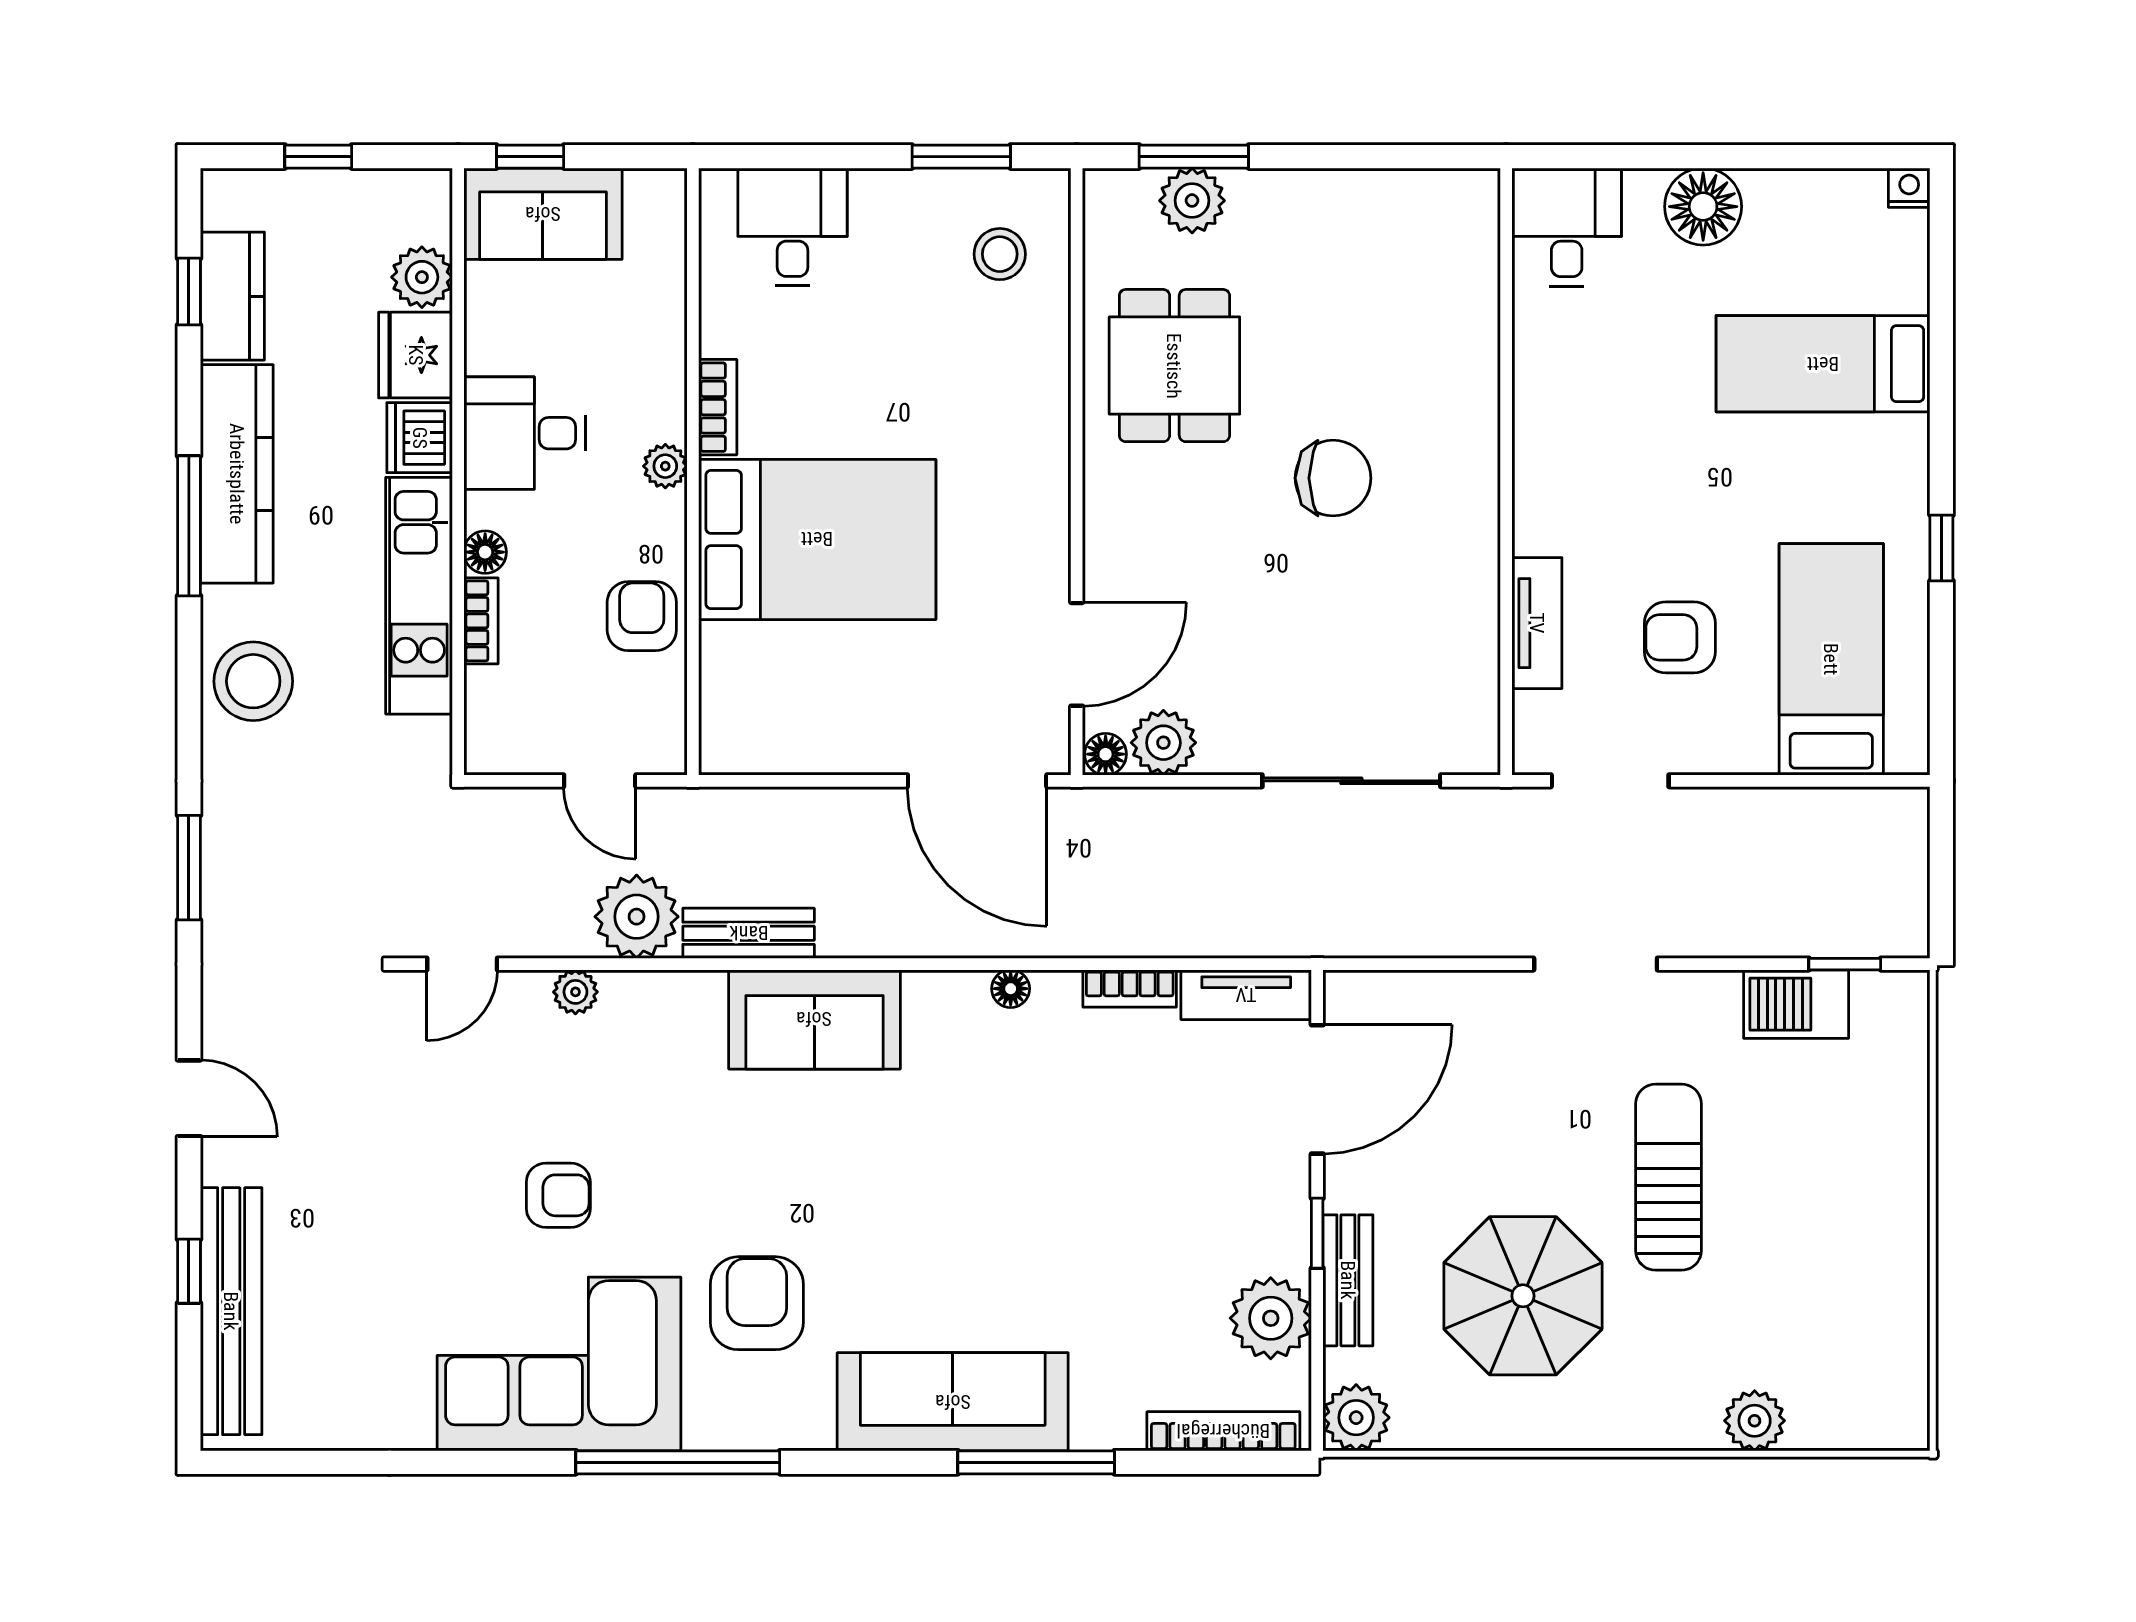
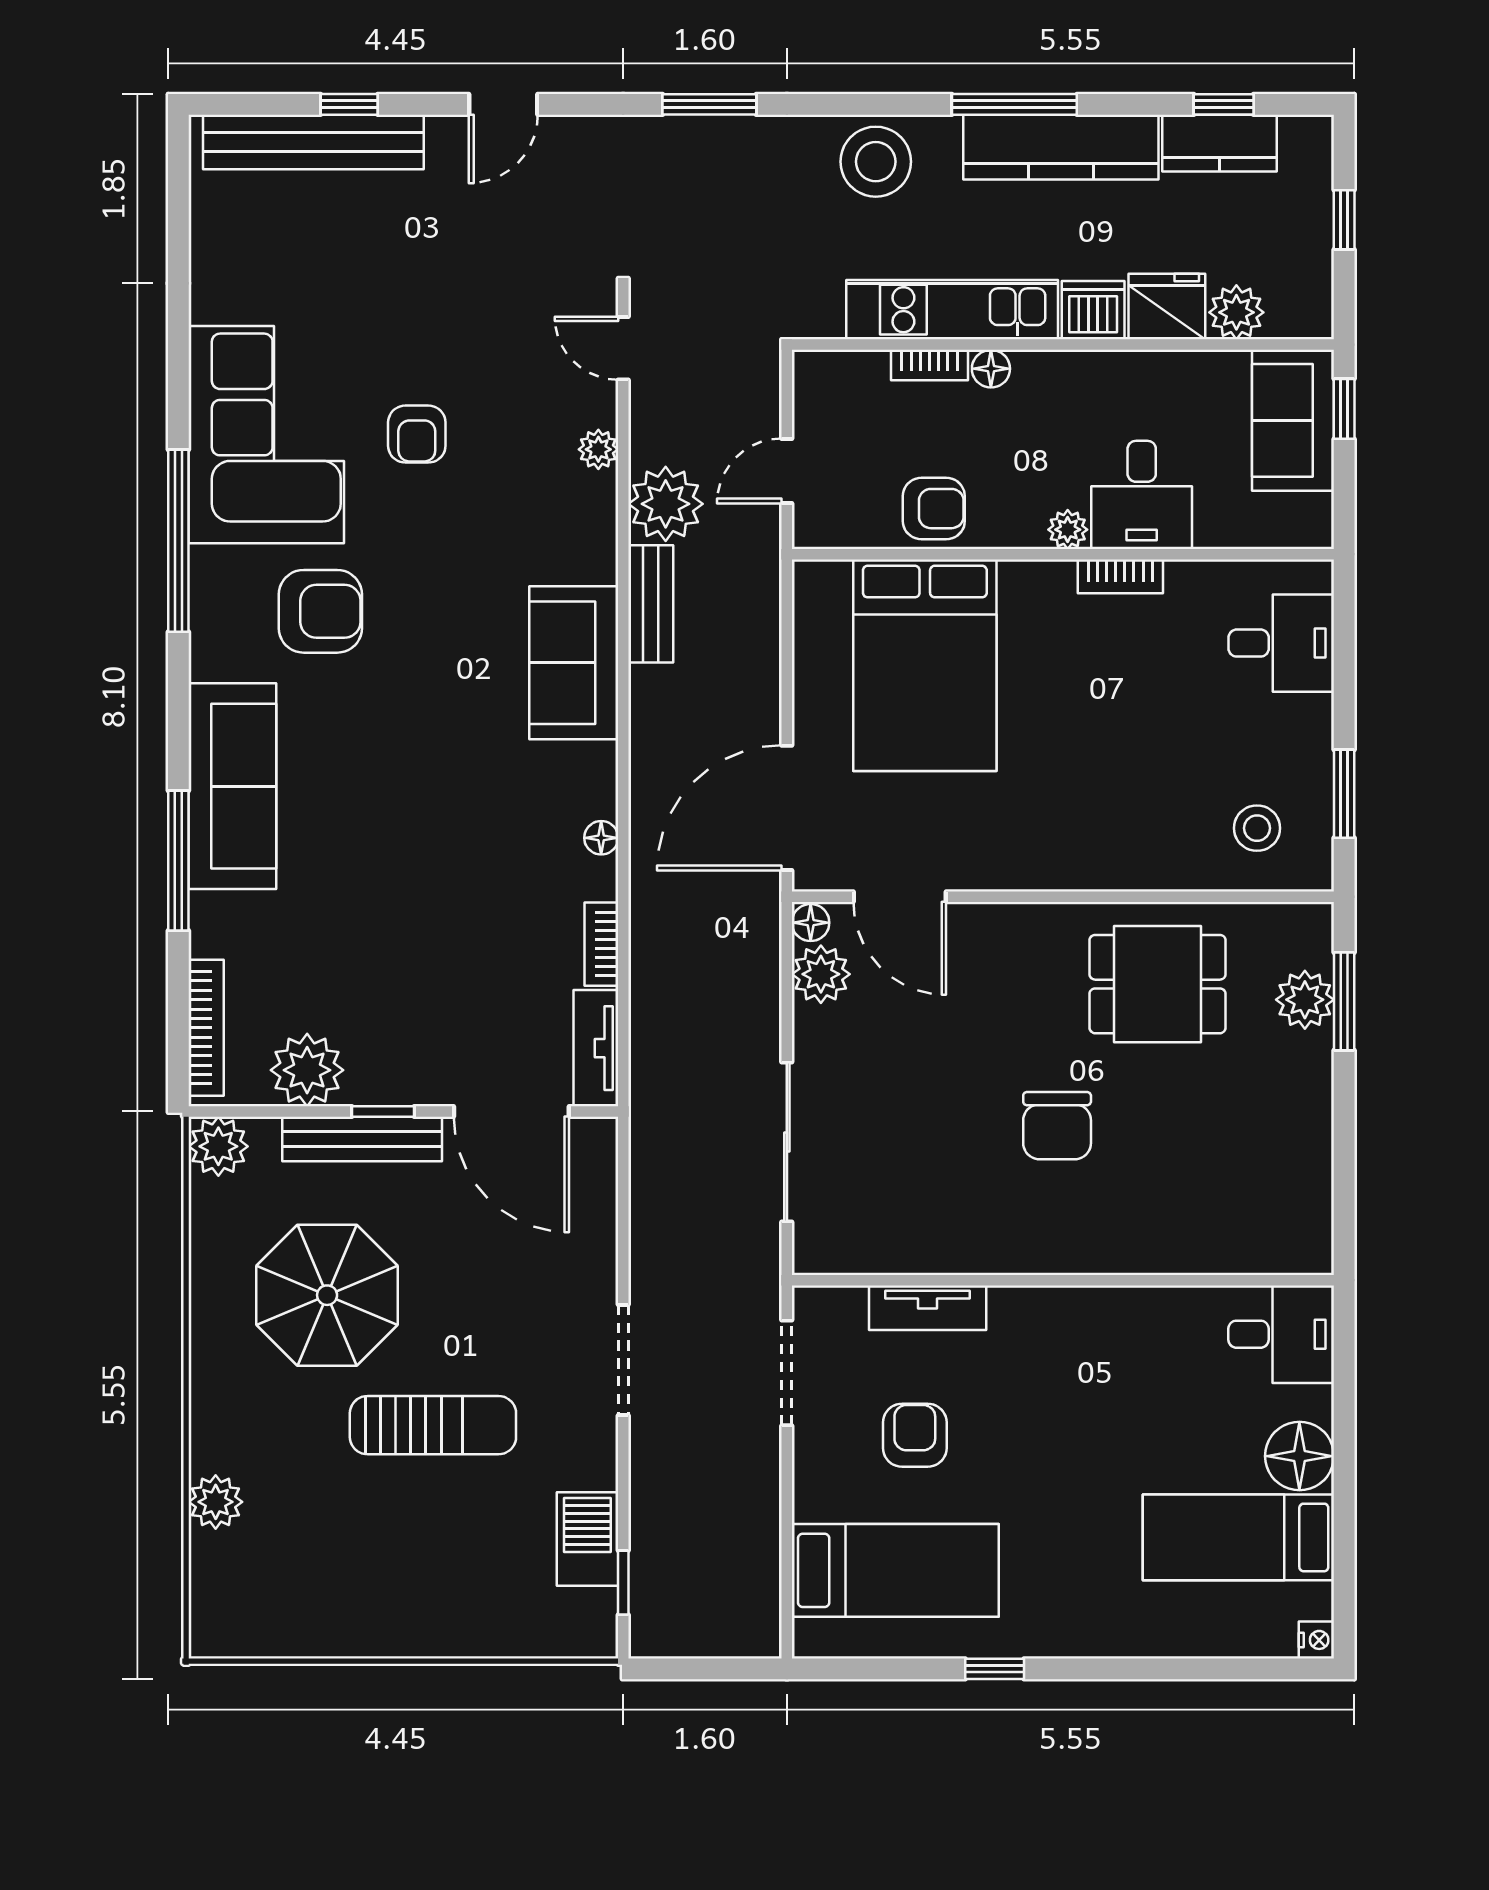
bed: (1823, 364) -> (1238, 1537), moved, turned -90
desk: (525, 433) -> (1142, 495), moved, turned 180
bed: (817, 539) -> (925, 665), moved
bench: (1348, 1280) -> (362, 1139), width x1.36

